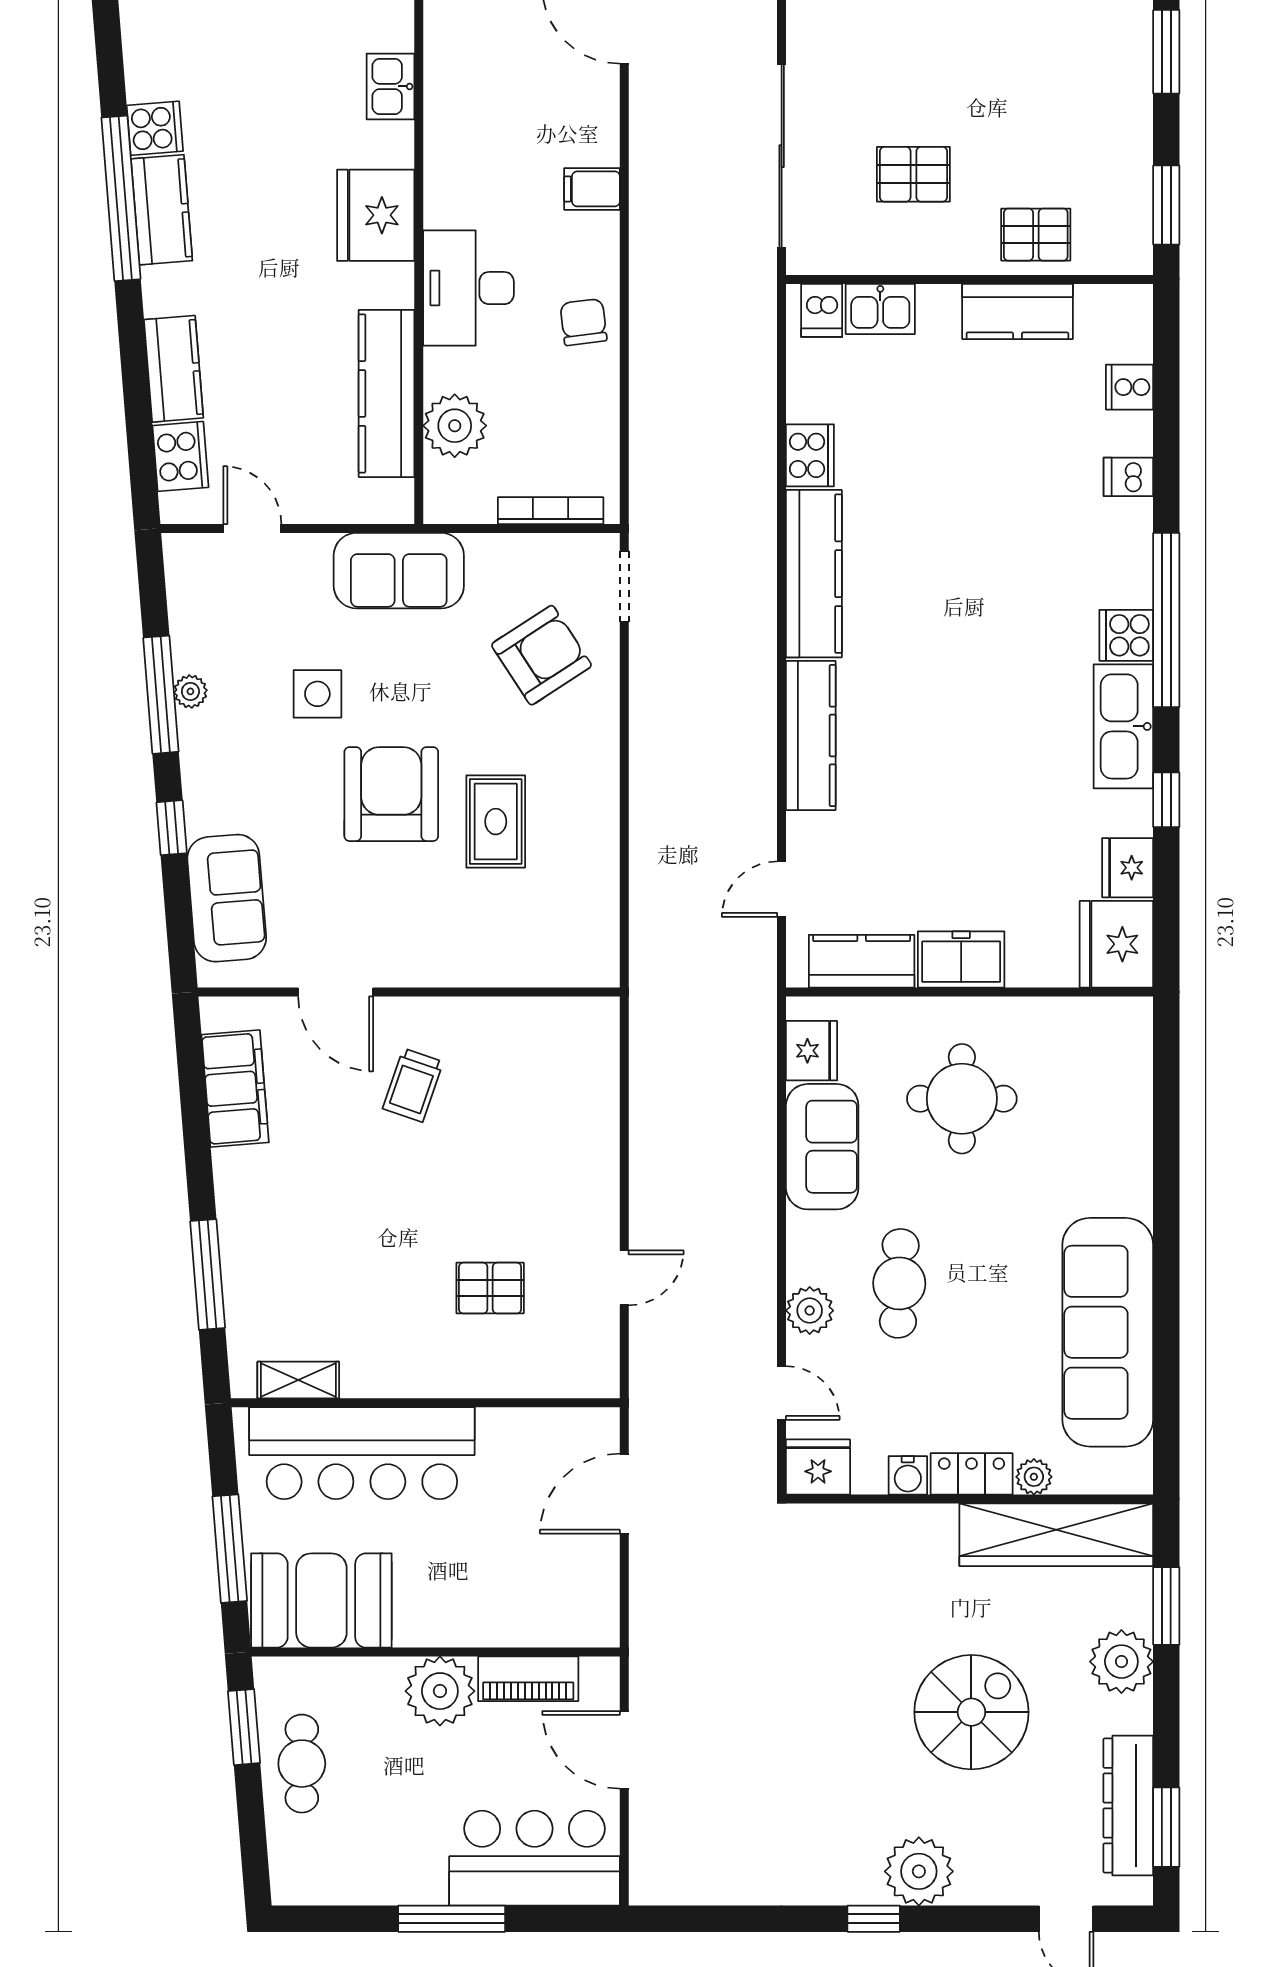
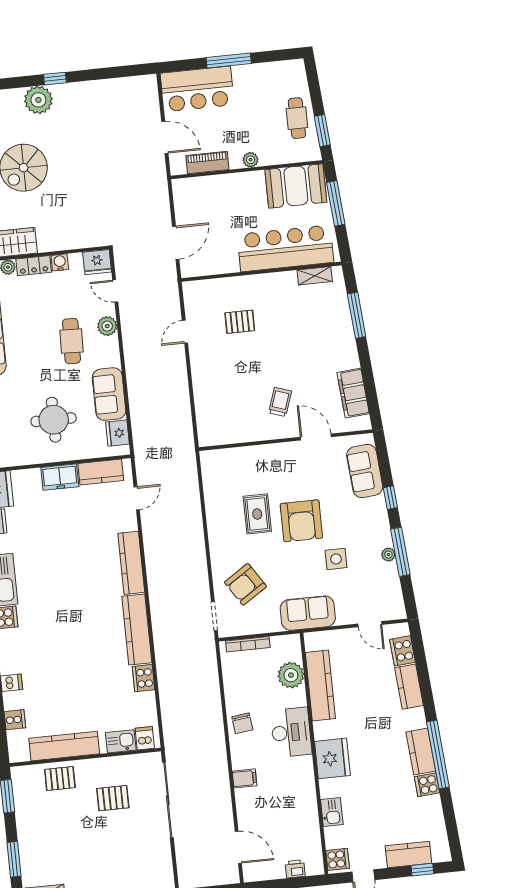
kitchen counter: (1017, 311) -> (64, 746), width x1.50
plant: (440, 1691) -> (251, 160), width x0.53, depth x0.53

